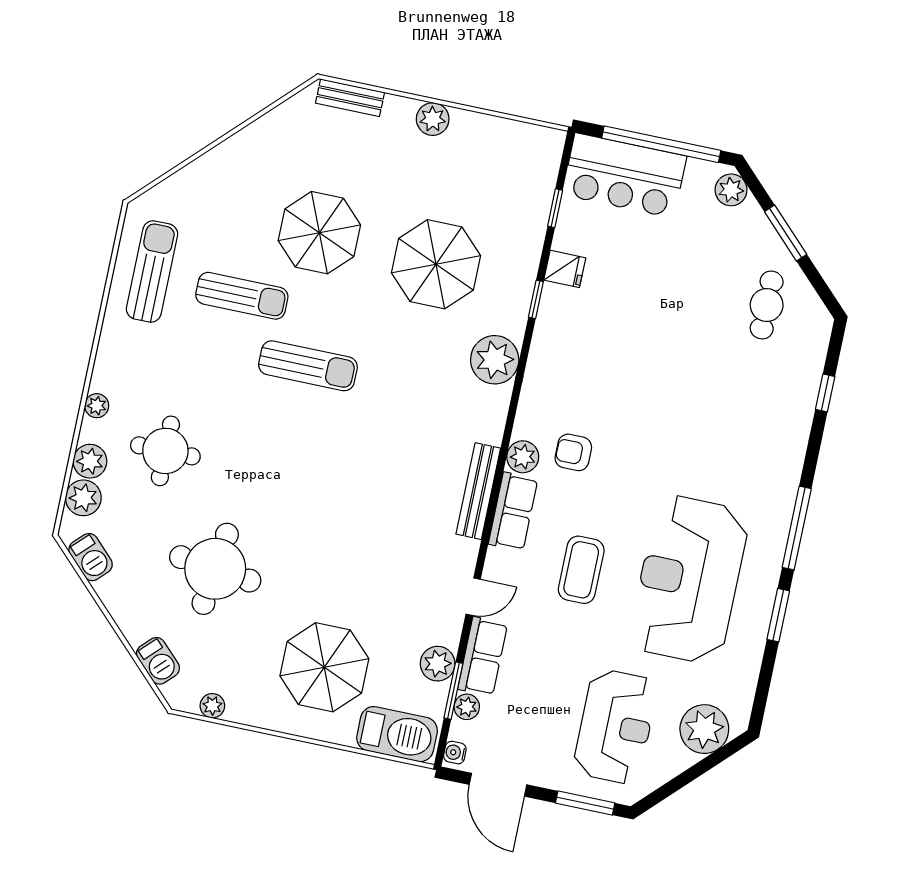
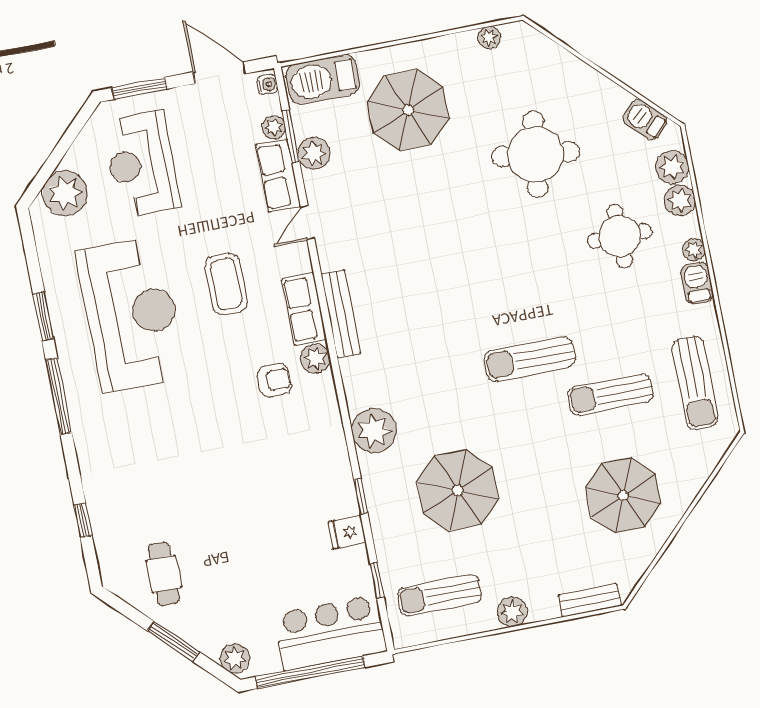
sun lounger: (499, 167) -> (440, 595), added
parasol: (319, 233) -> (623, 496), moved
barbecue: (158, 661) -> (697, 283), moved, turned 45

